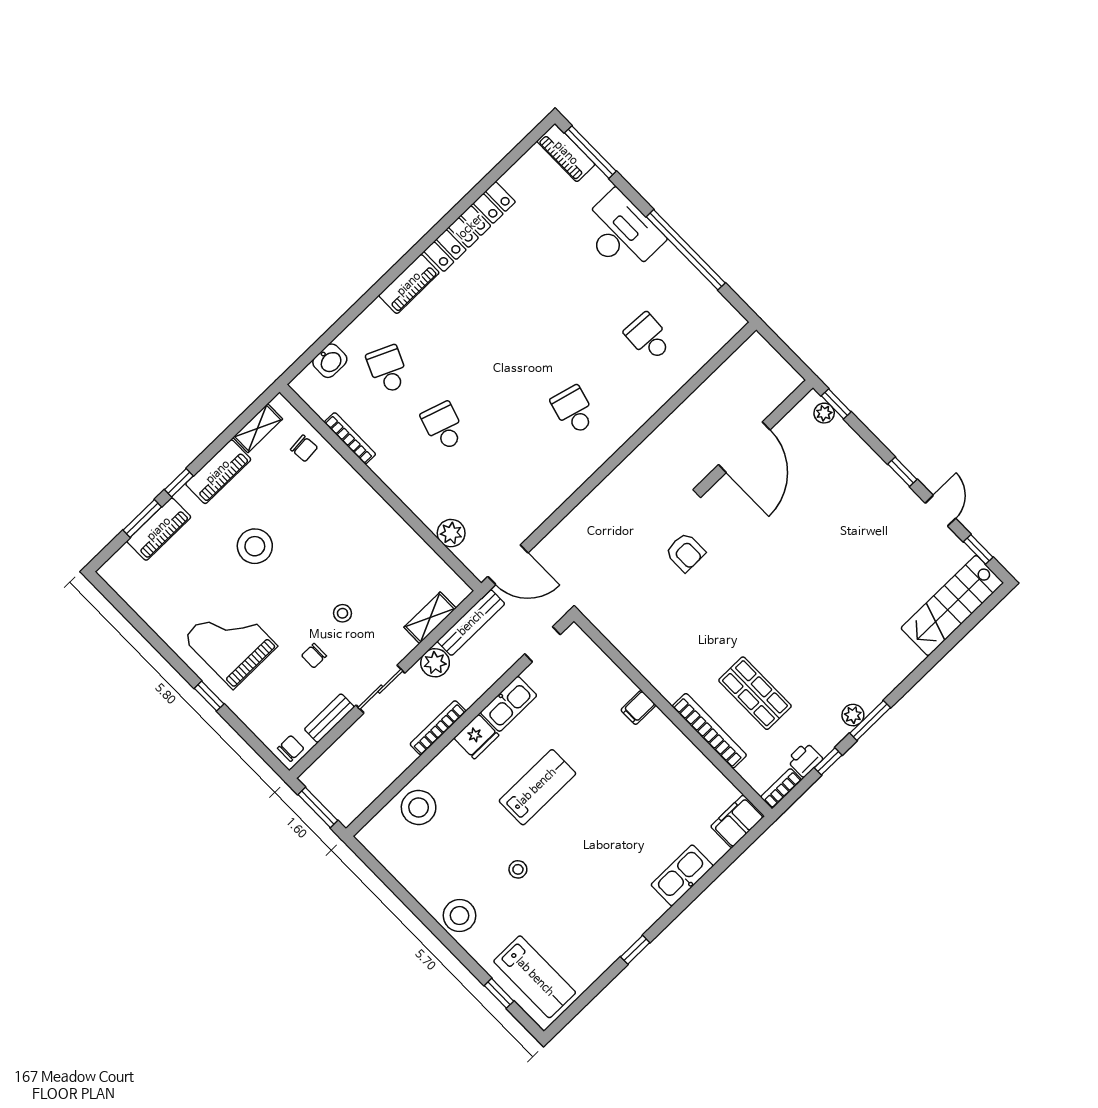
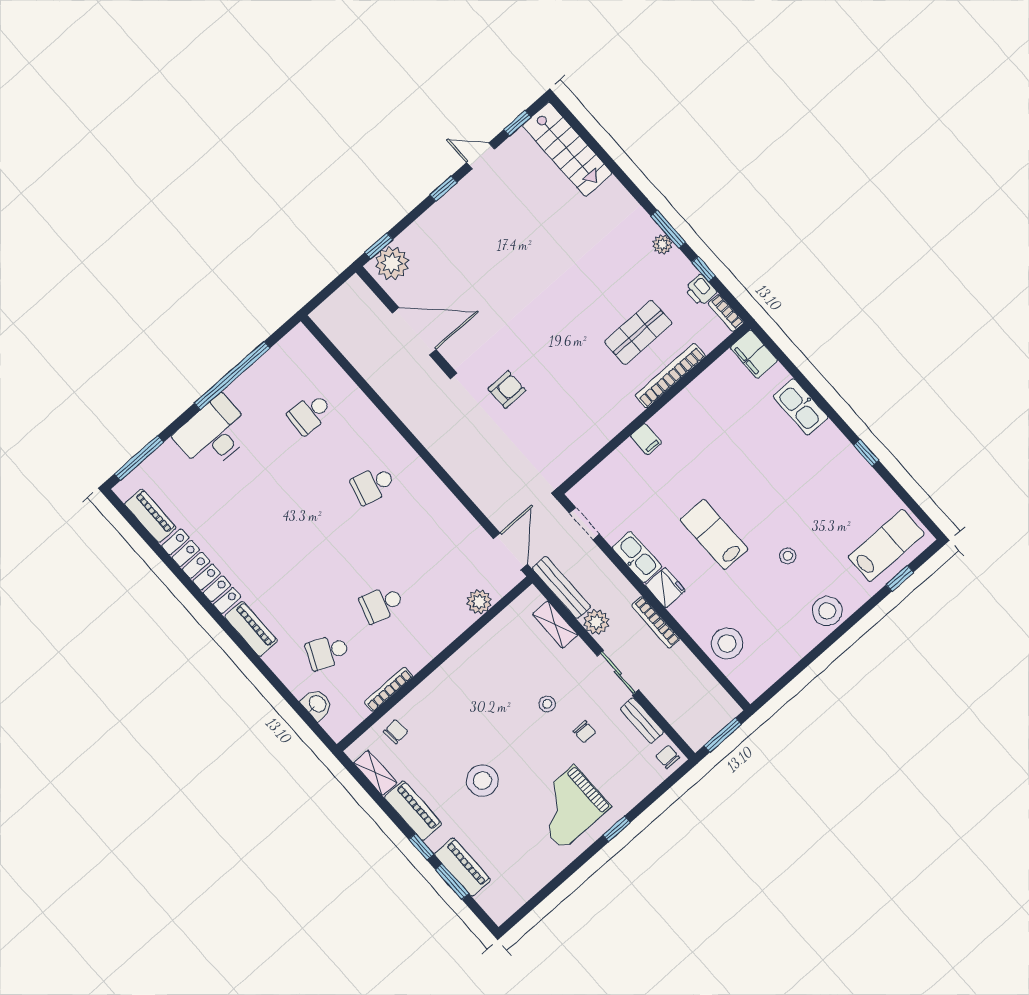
piano: (566, 153) -> (150, 516), moved, turned -90
plant: (824, 413) -> (392, 263), width x1.87, depth x1.87

